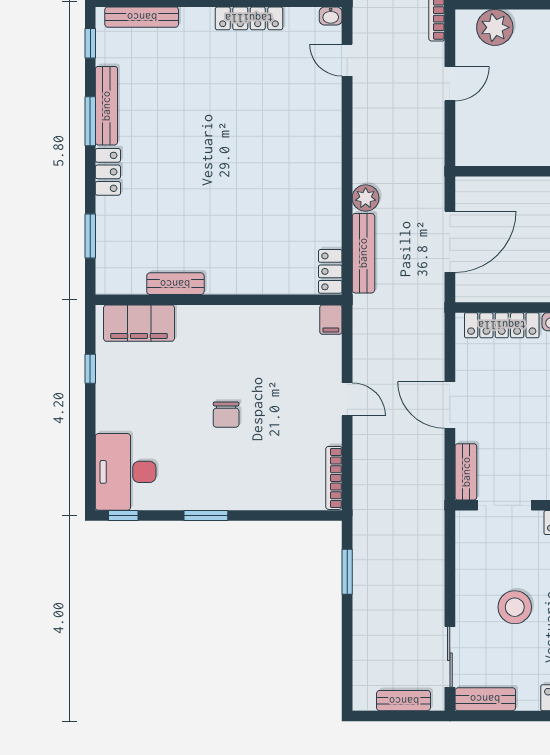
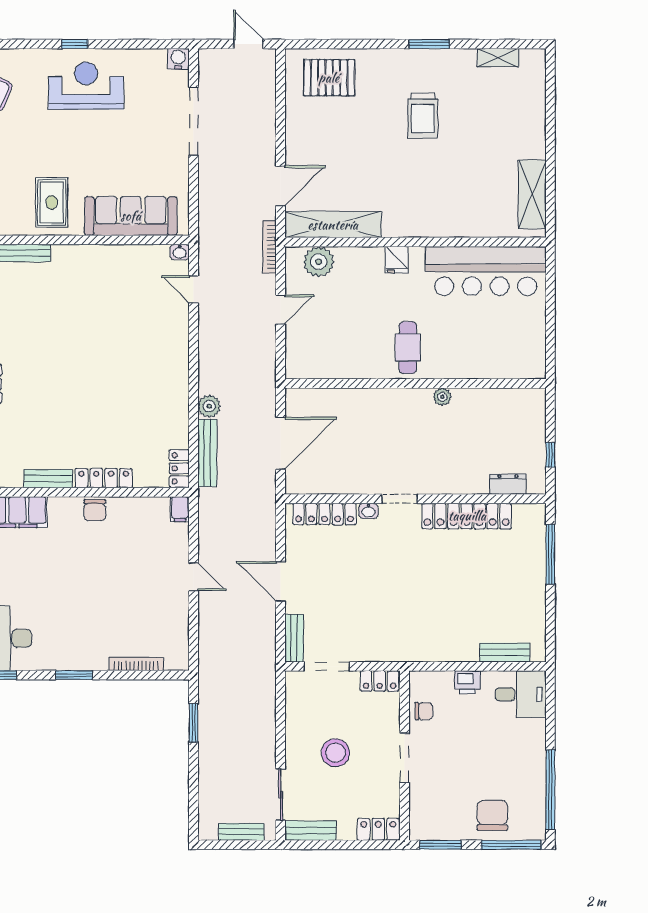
locker: (249, 18) -> (104, 478), moved, turned 180
chair: (226, 415) -> (95, 510), moved
bookcase: (334, 478) -> (136, 664), moved, turned 90

